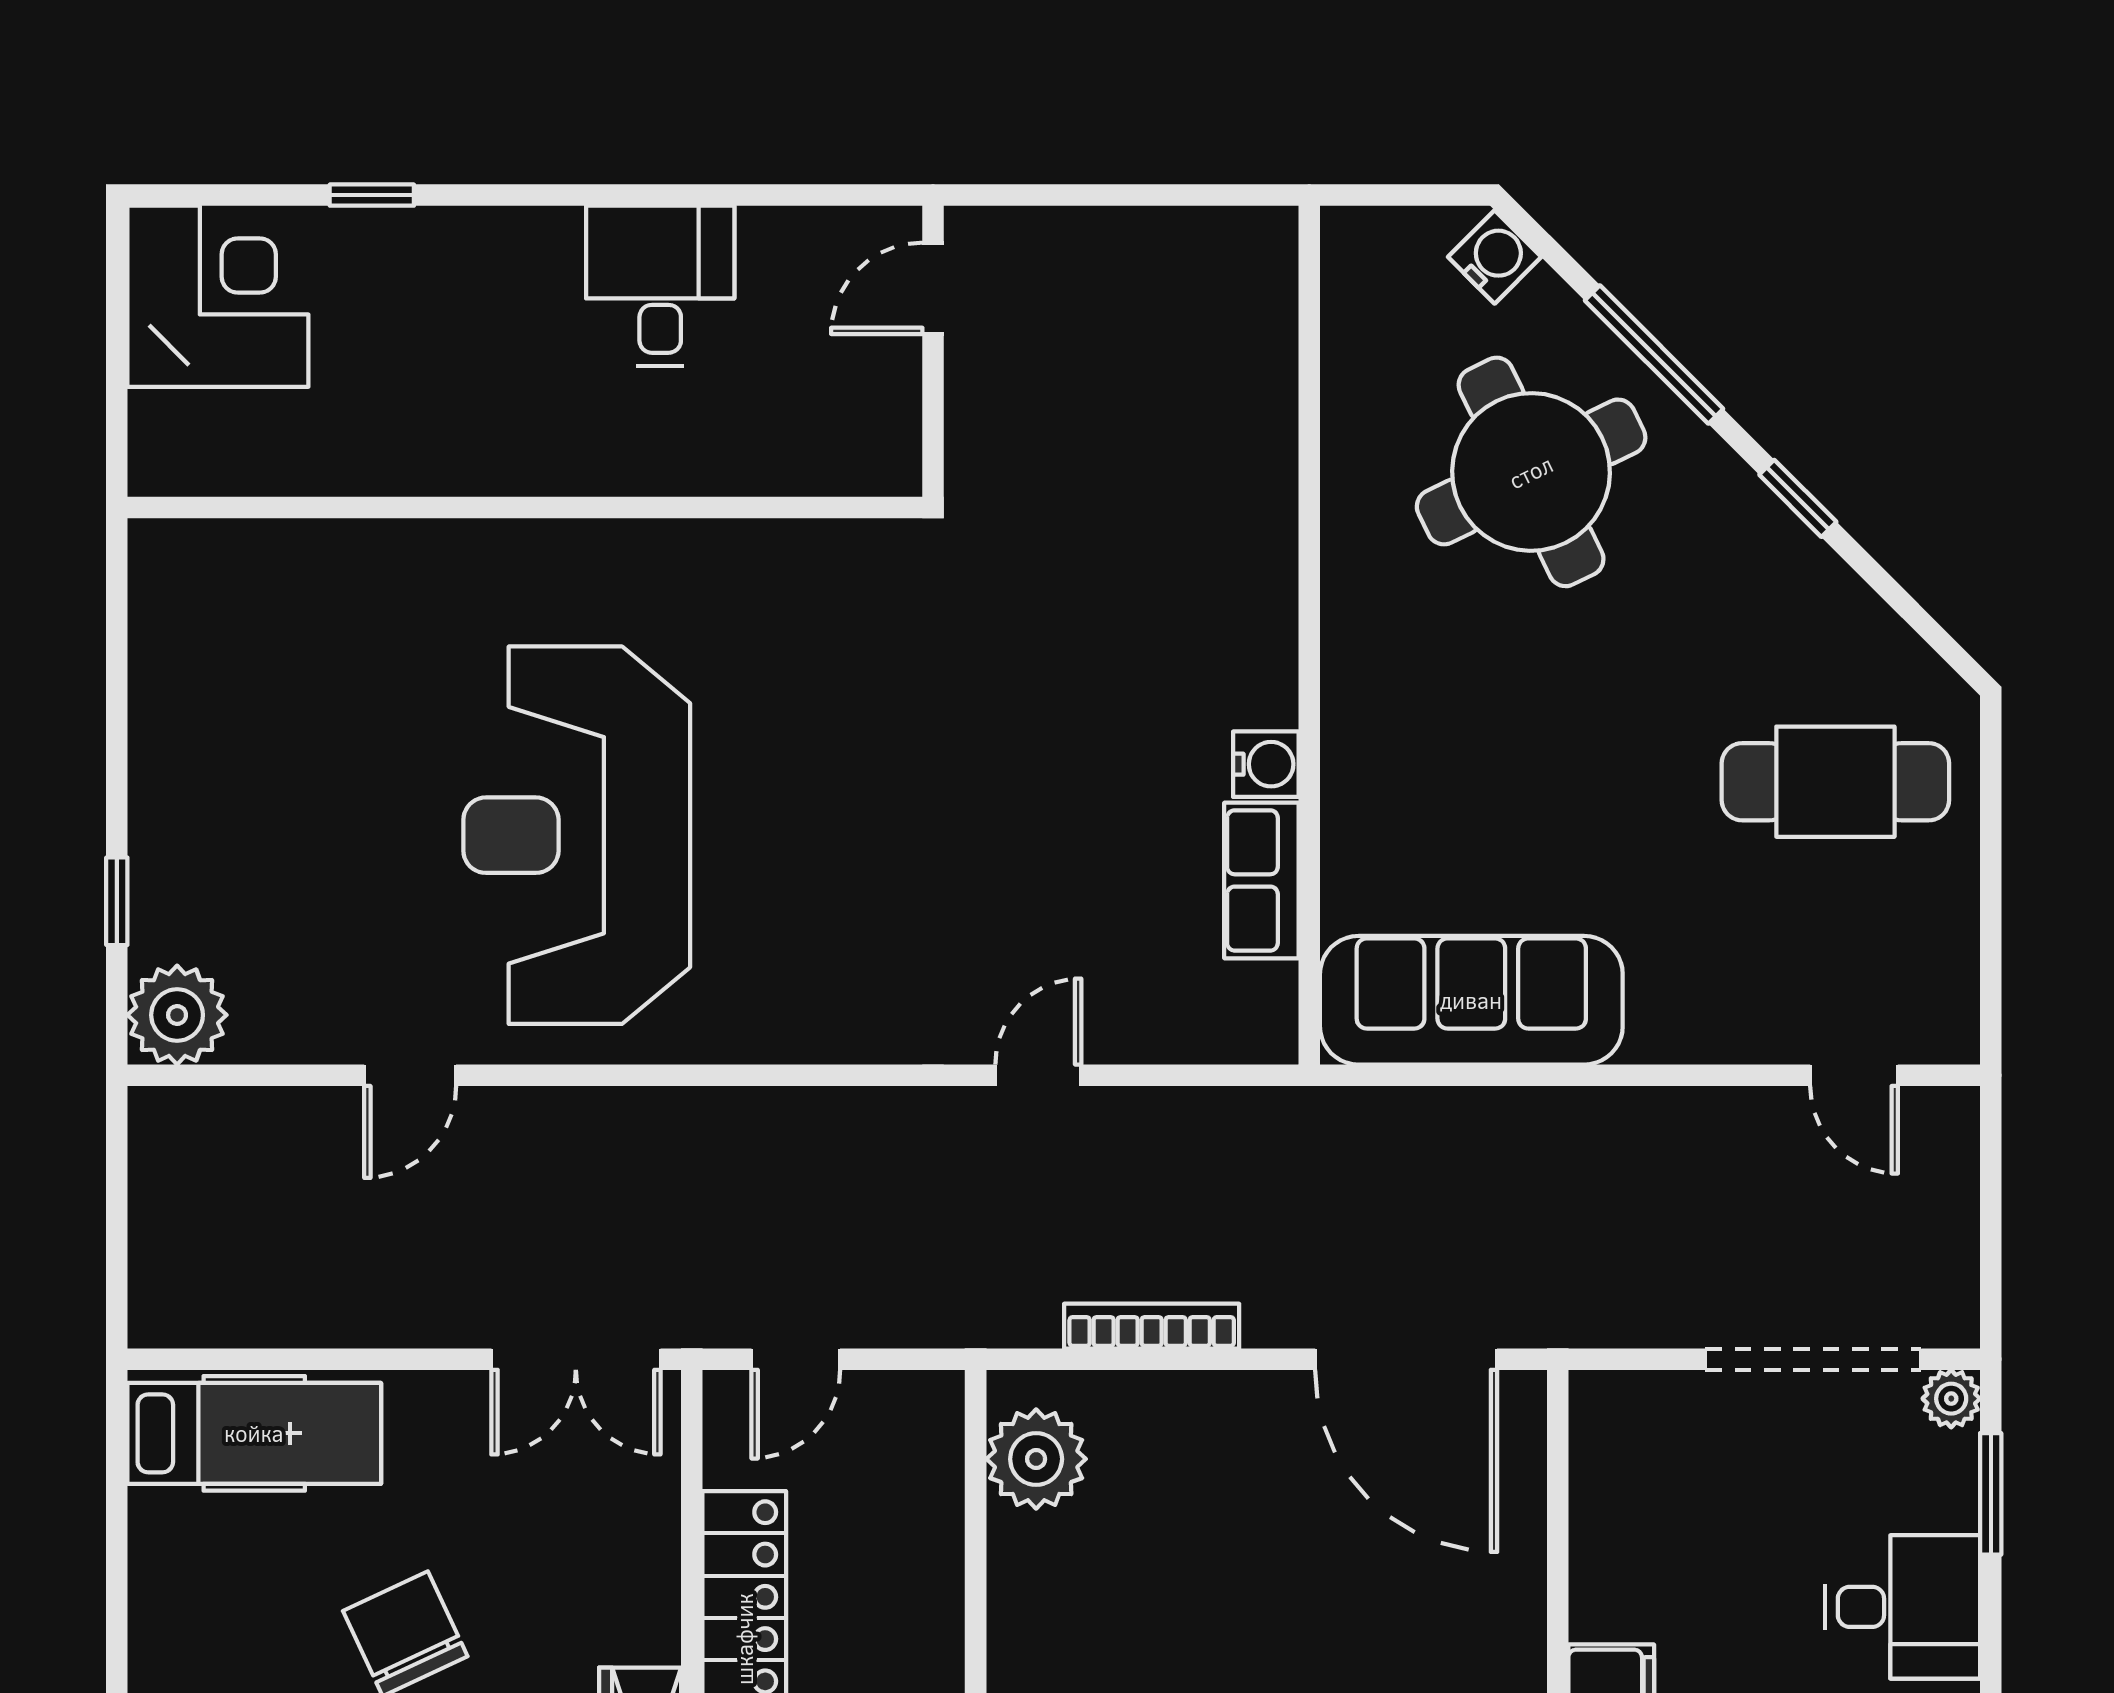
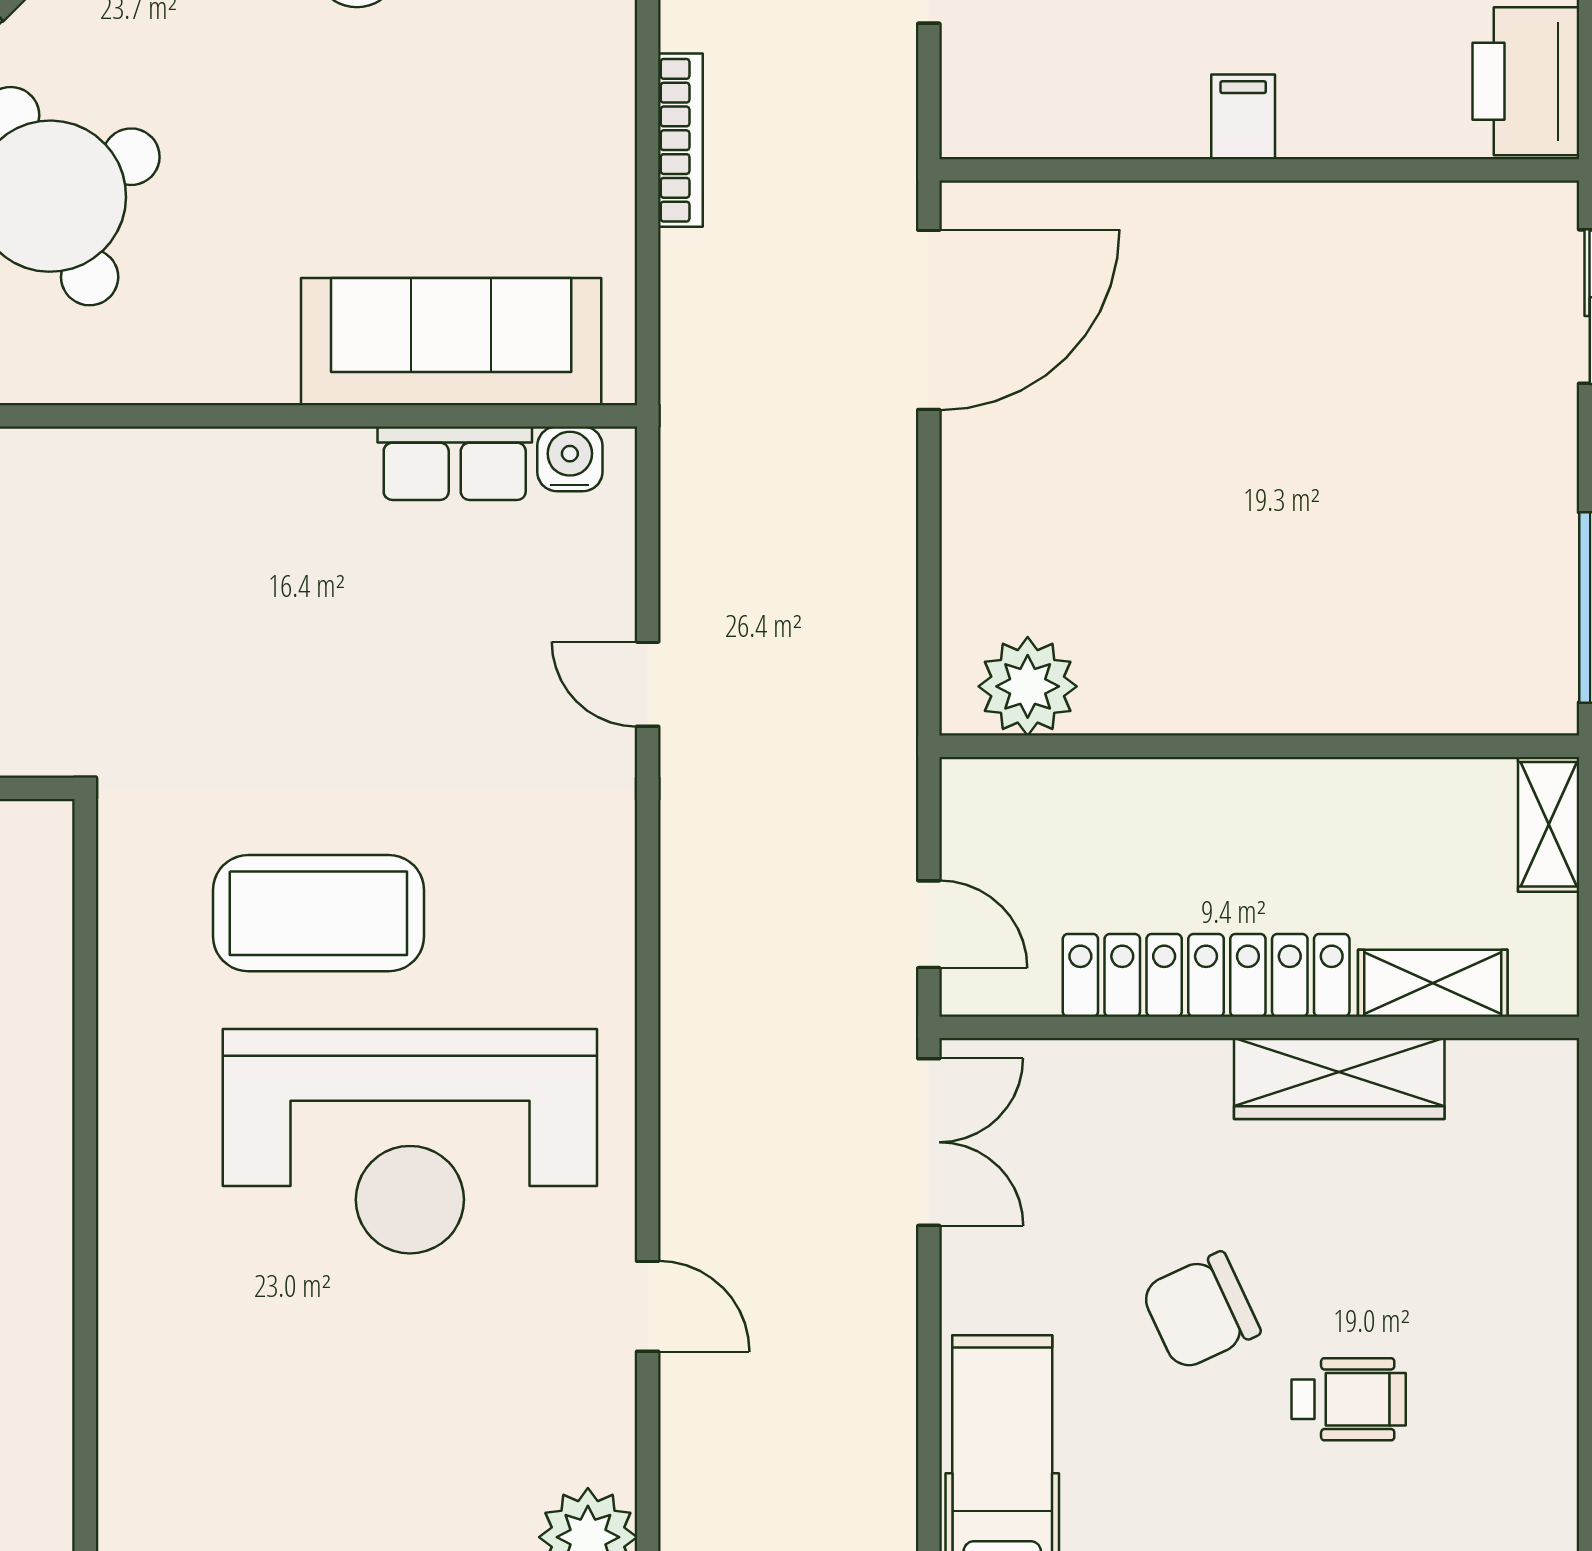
coffee table: (807, 743) -> (318, 913), added
water cooler: (1266, 764) -> (570, 459), moved
sofa: (1471, 1000) -> (451, 342), moved, turned 90
bookcase: (1152, 1326) -> (680, 140), moved, turned 180

